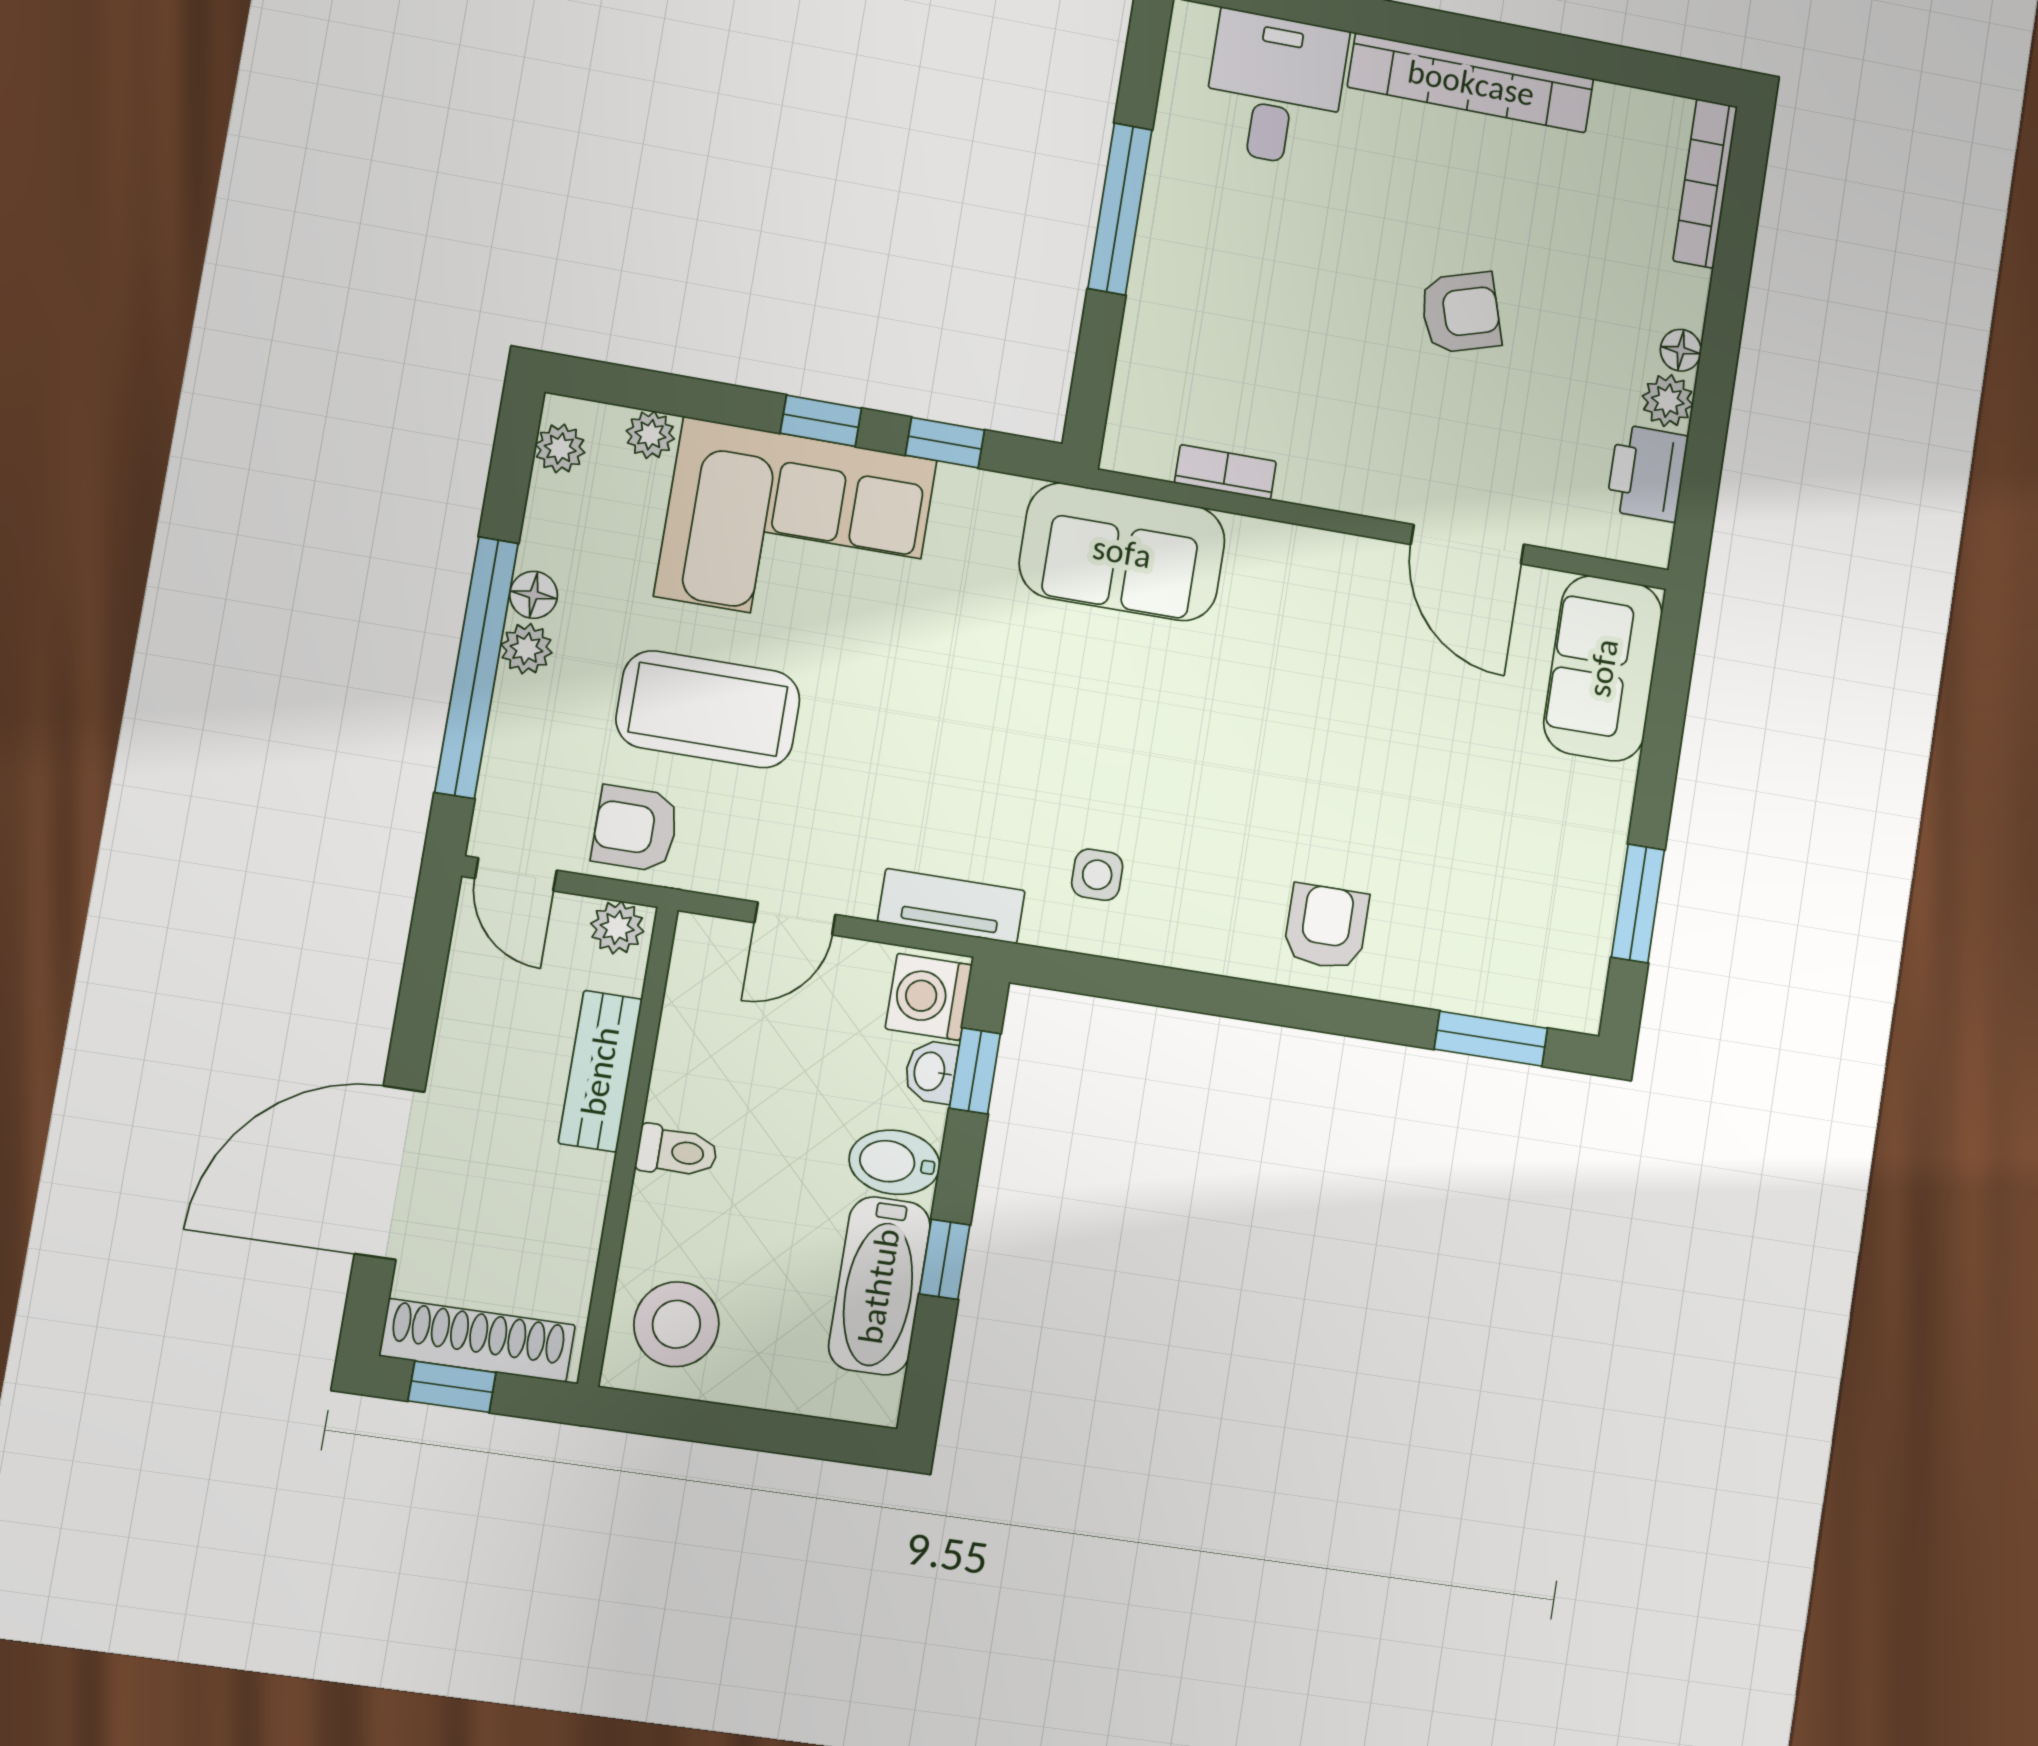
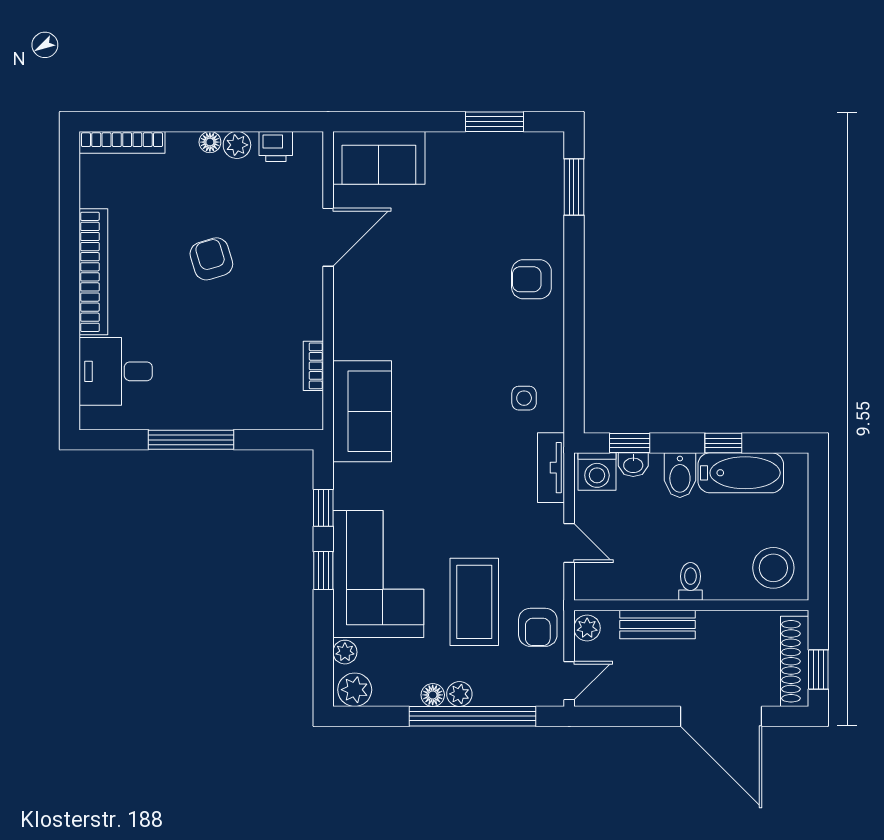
plant: (560, 448) -> (355, 690), width x1.38, depth x1.38
printer: (1647, 473) -> (276, 146), width x0.73, depth x0.81

